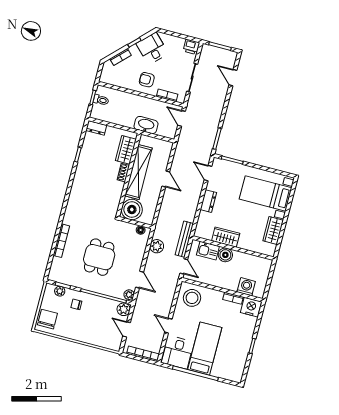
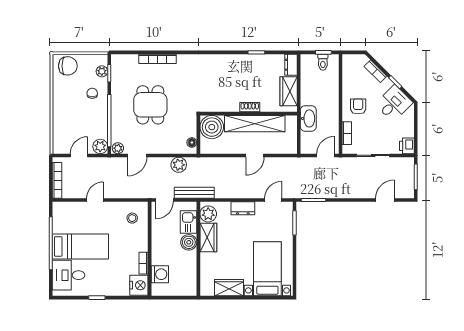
wardrobe: (126, 150) -> (289, 91), moved, turned -90
plant: (205, 232) -> (208, 214), added
dining table: (99, 257) -> (150, 105), turned 90
stool: (192, 298) -> (132, 218), width x0.53, depth x0.53
desk: (178, 352) -> (69, 275), moved

